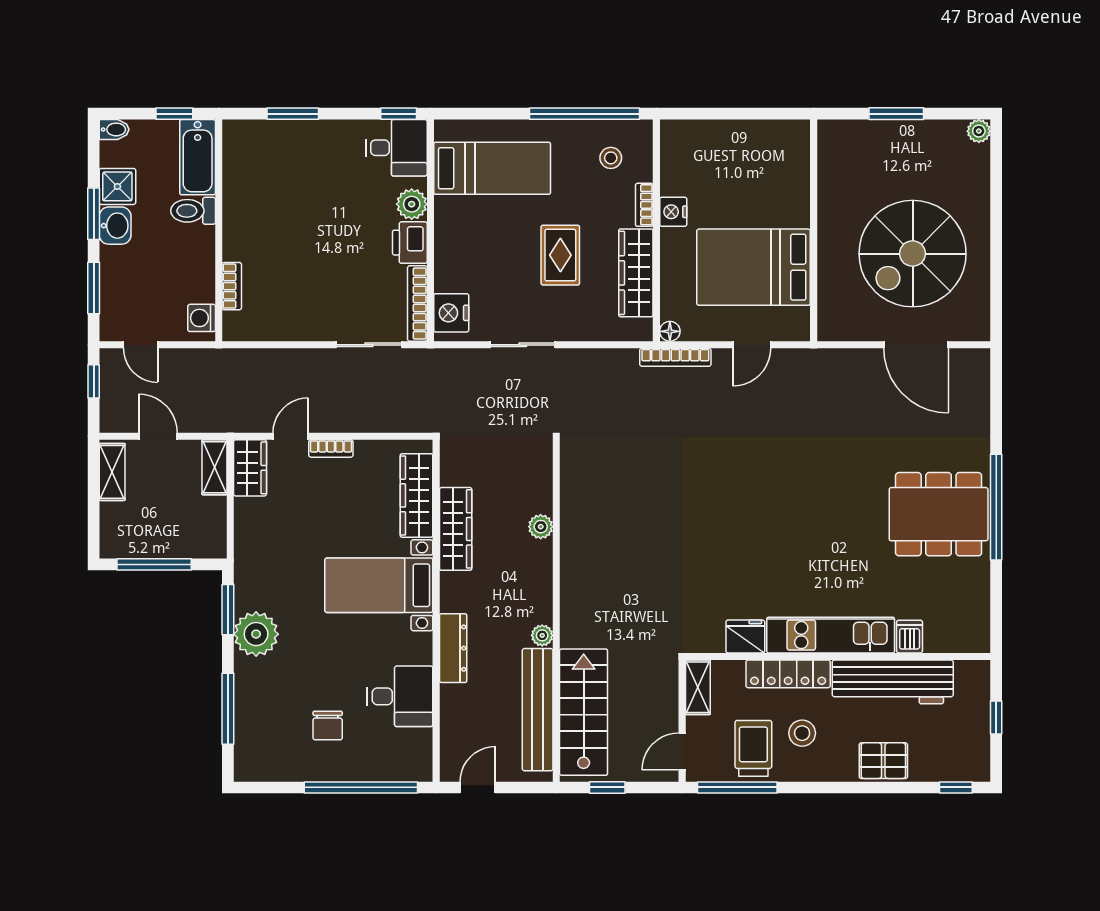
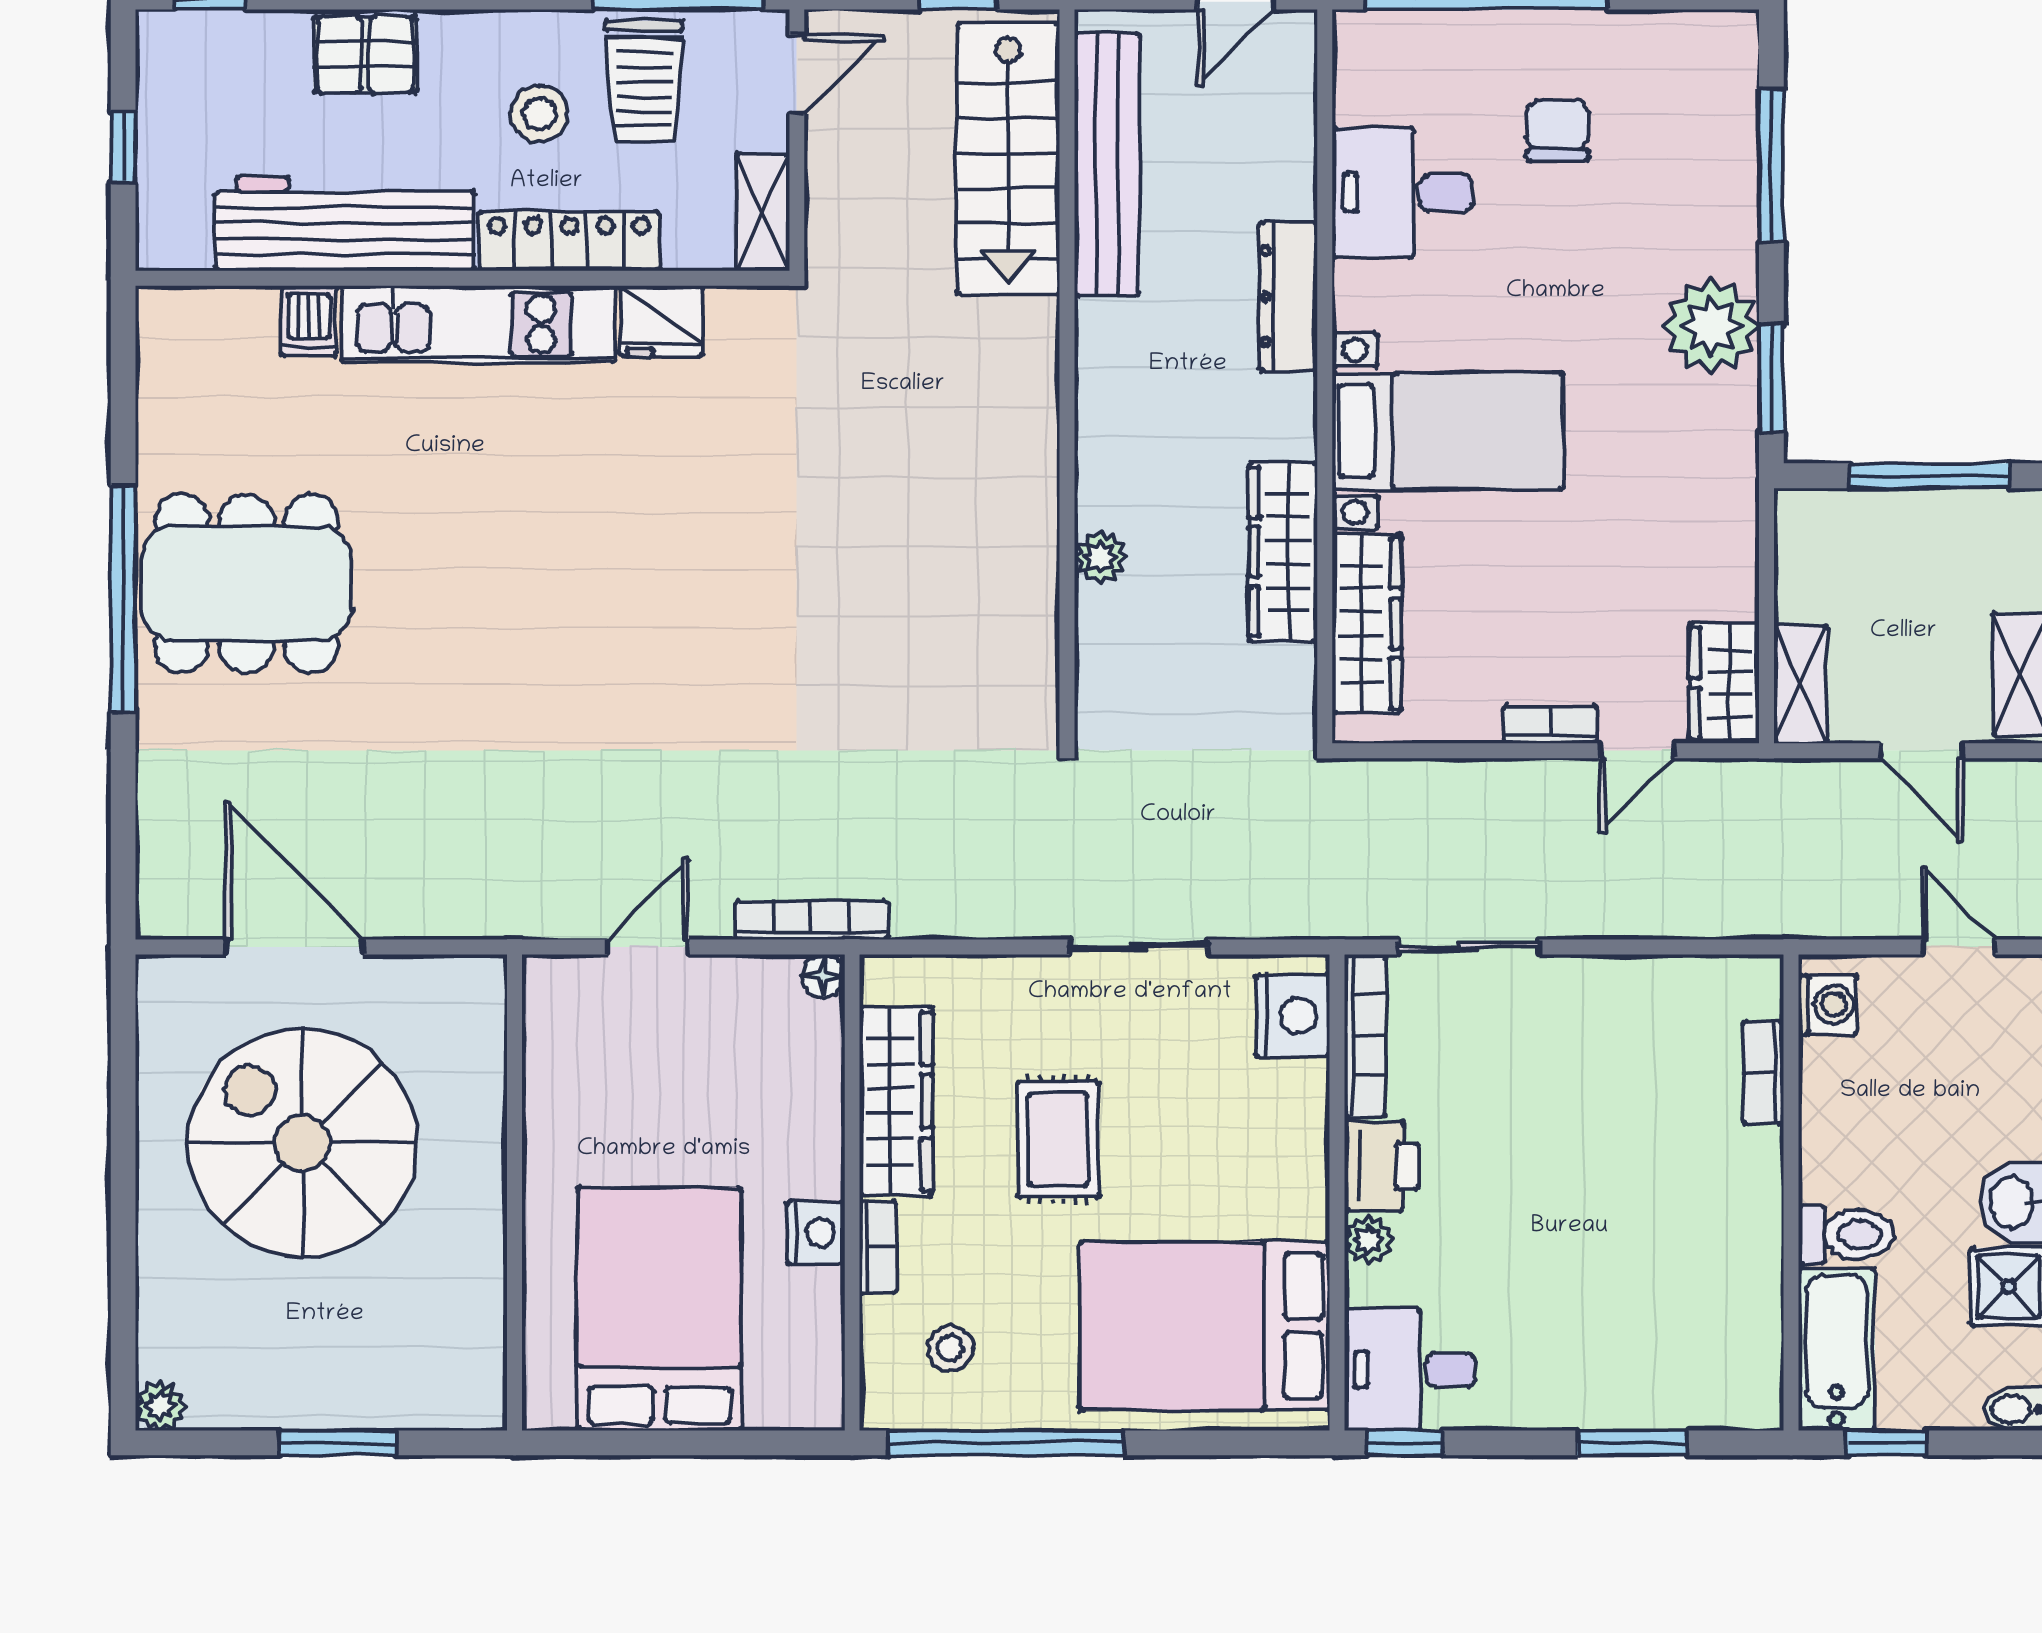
bed: (492, 168) -> (1205, 1326), width x1.50
plant: (412, 204) -> (1368, 1240), width x0.73, depth x0.73
spiral stairs: (913, 254) -> (302, 1143), turned -90
bed: (754, 267) -> (659, 1309), moved, turned -90
plant: (542, 635) -> (1097, 323), removed

